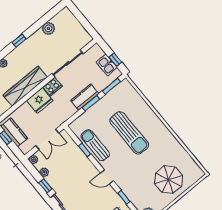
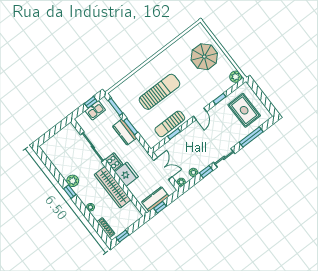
plant: (48, 28) -> (73, 181), moved

